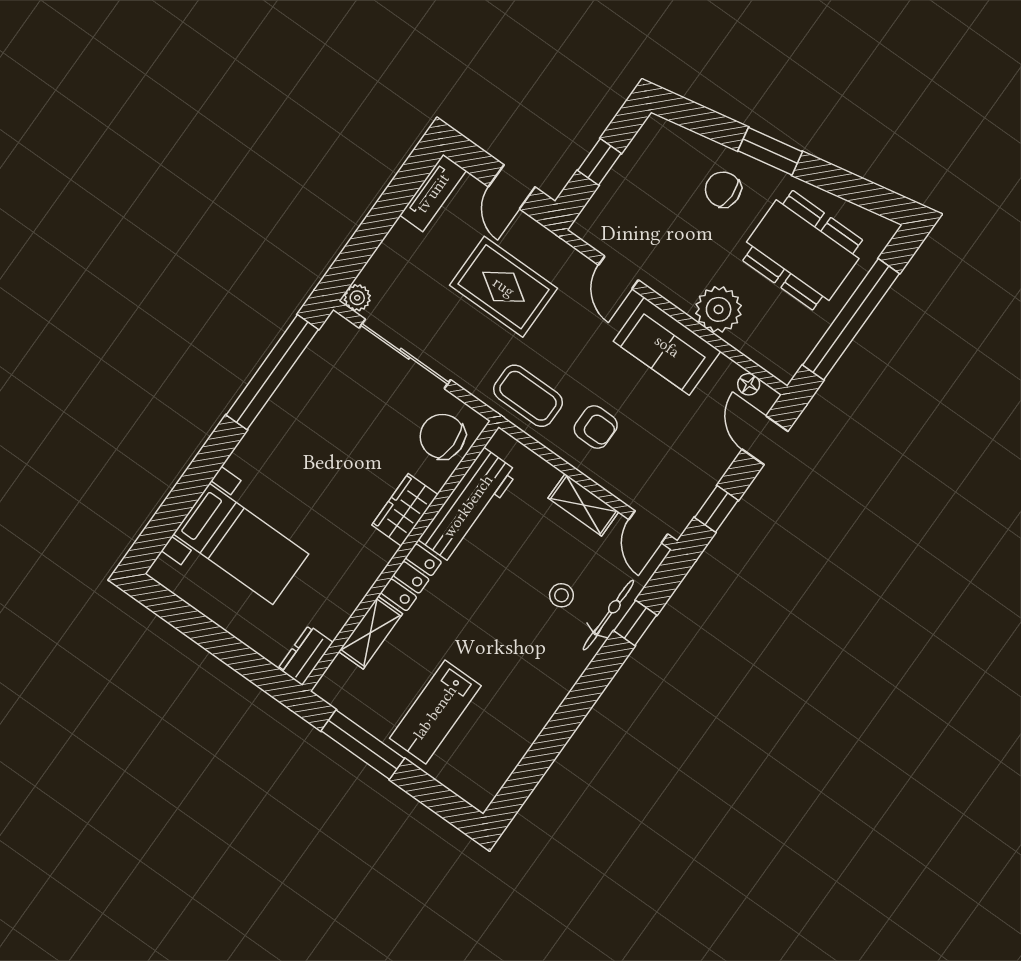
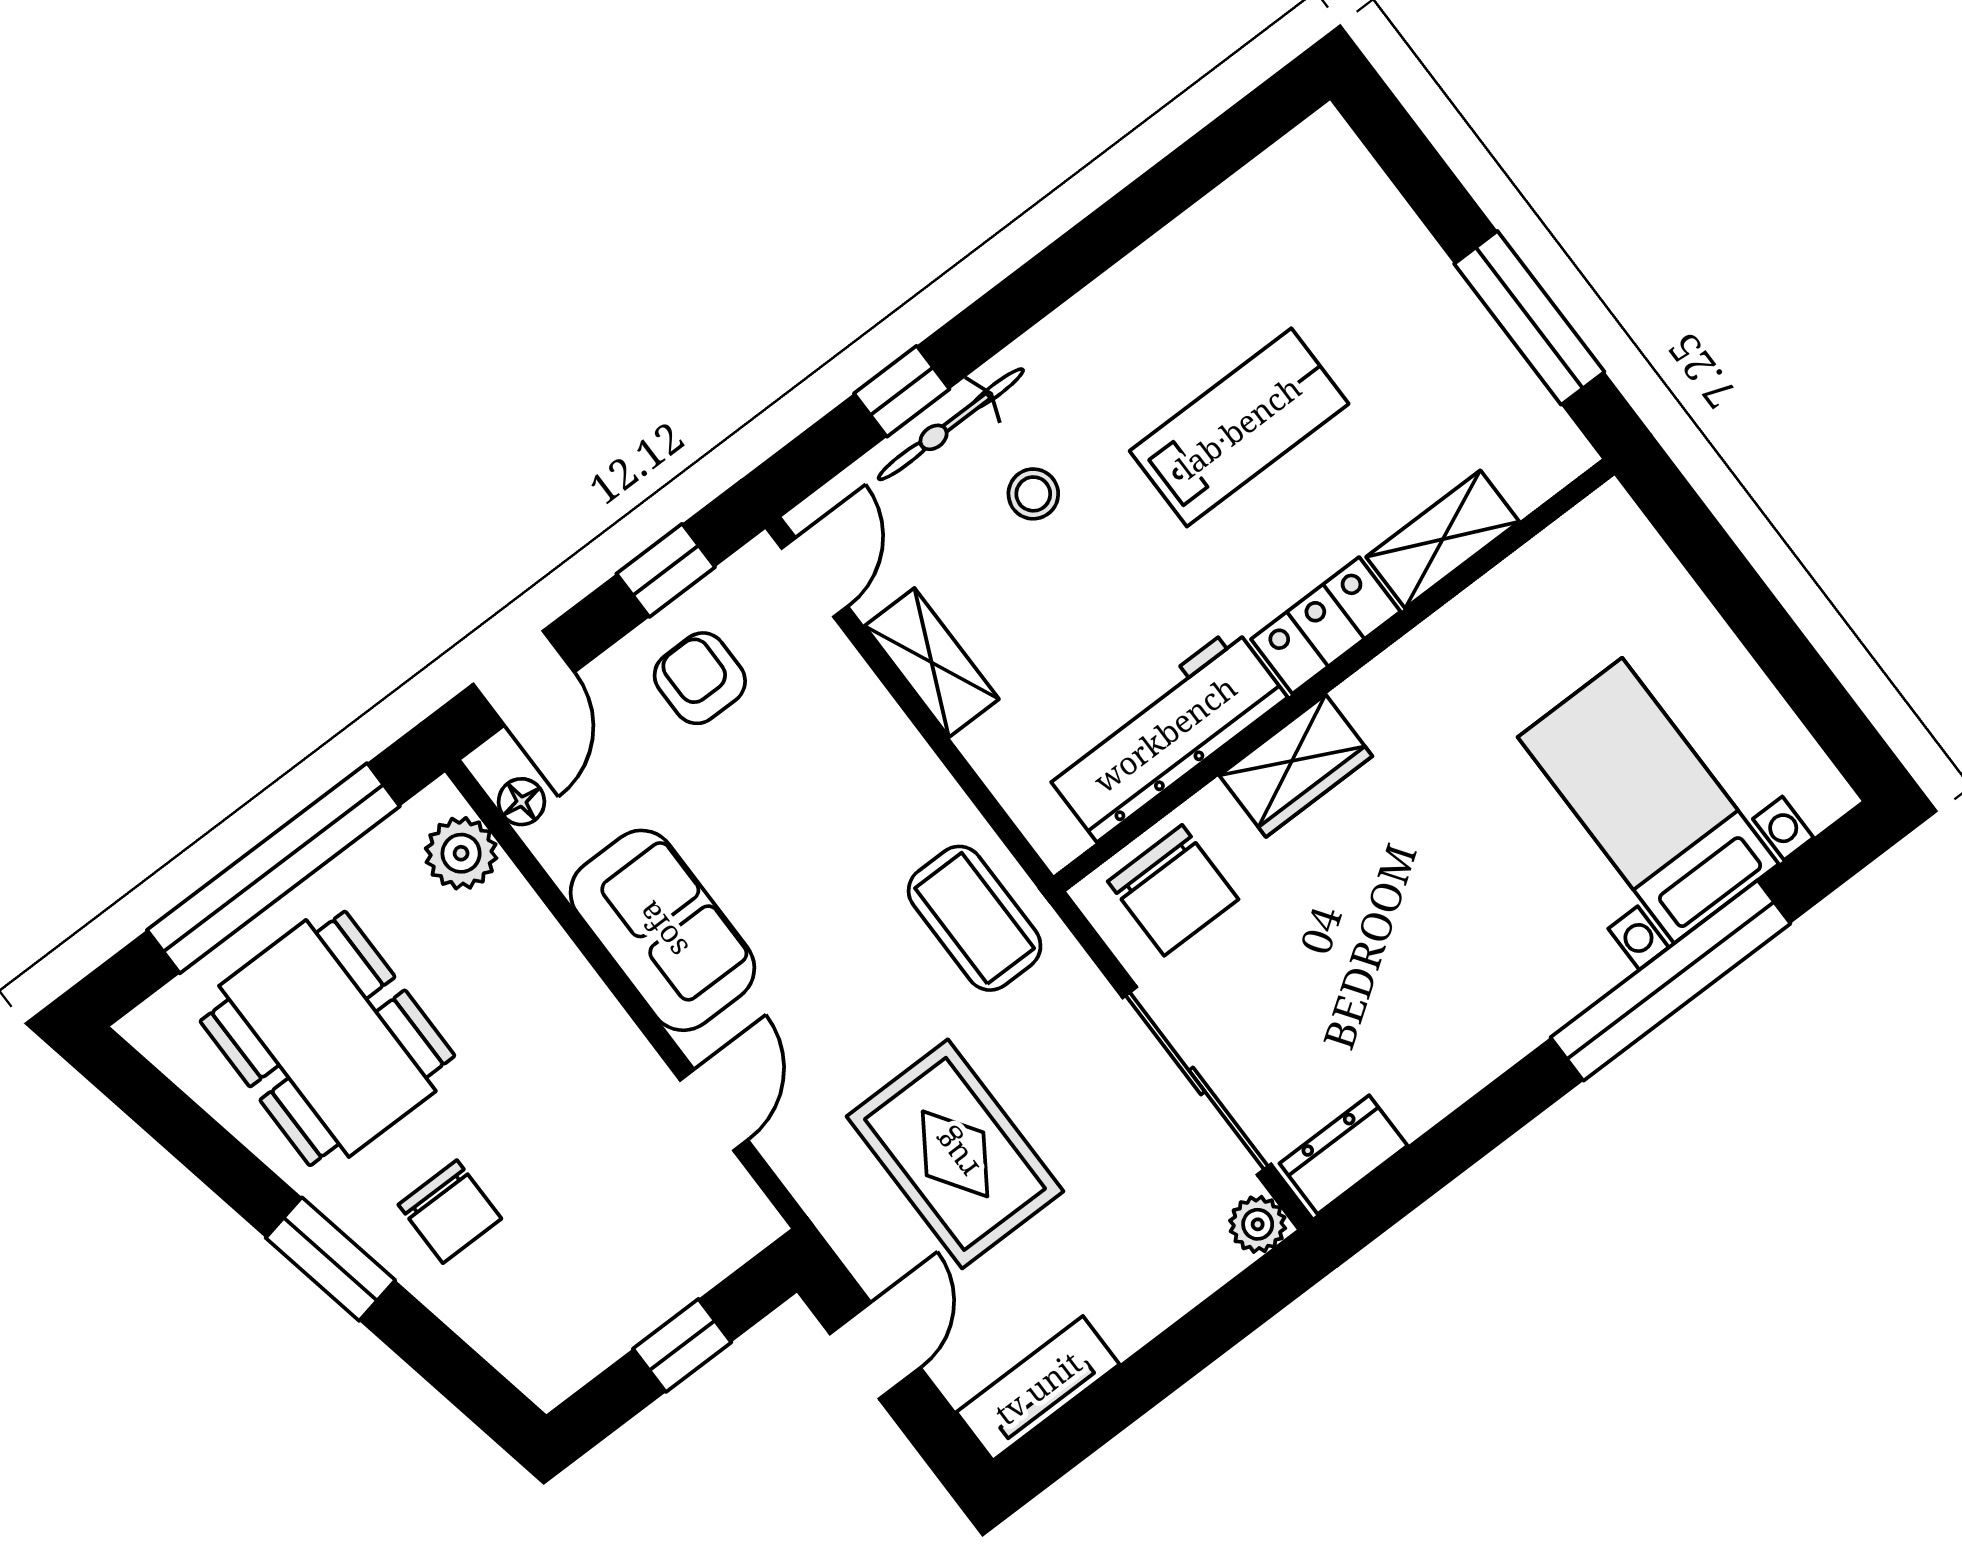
plant: (719, 309) -> (461, 853), moved, width x0.73, depth x0.73
window: (272, 372) -> (1671, 980), moved
armchair: (596, 427) -> (700, 678), moved
dresser: (305, 655) -> (1343, 1155), moved, turned 180
lab bench: (435, 712) -> (1239, 427), moved

